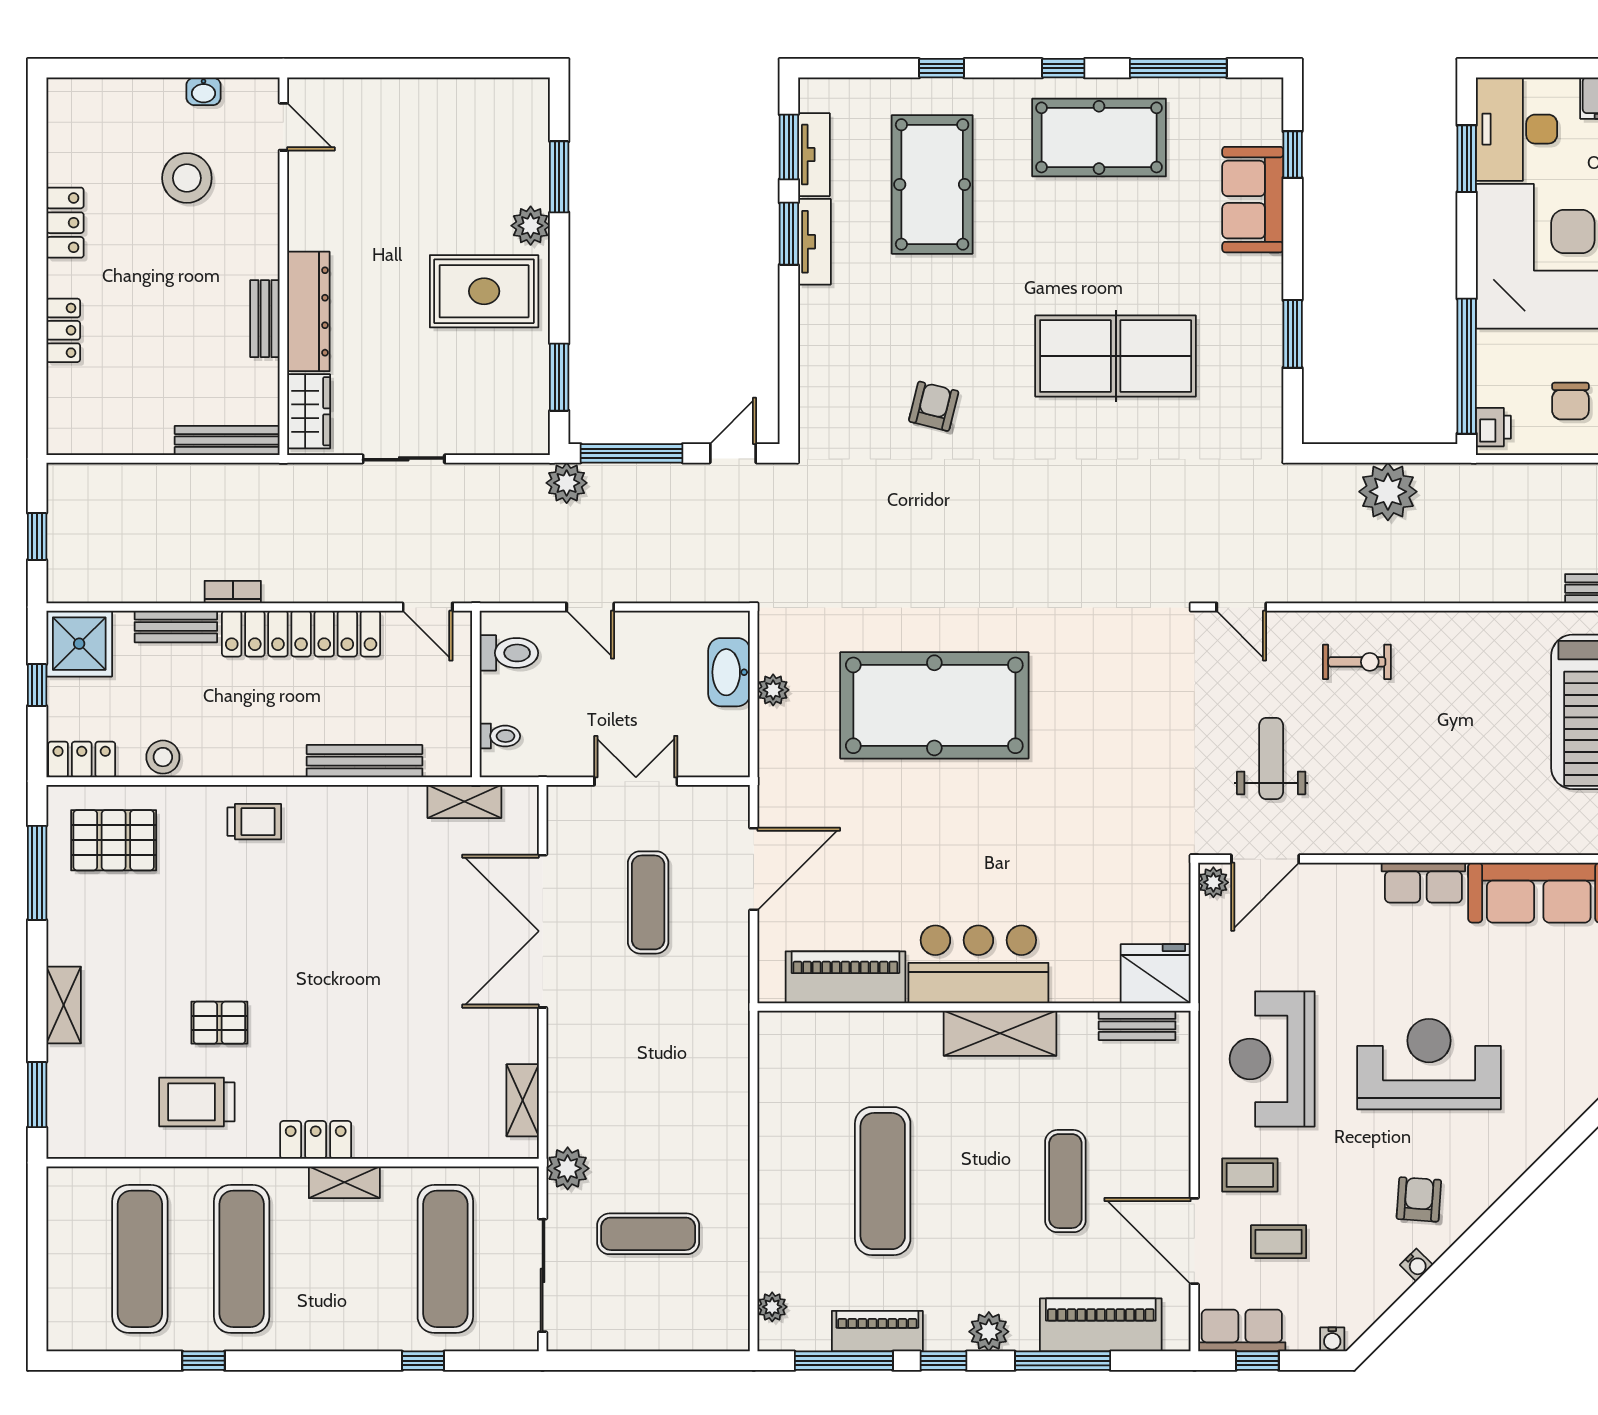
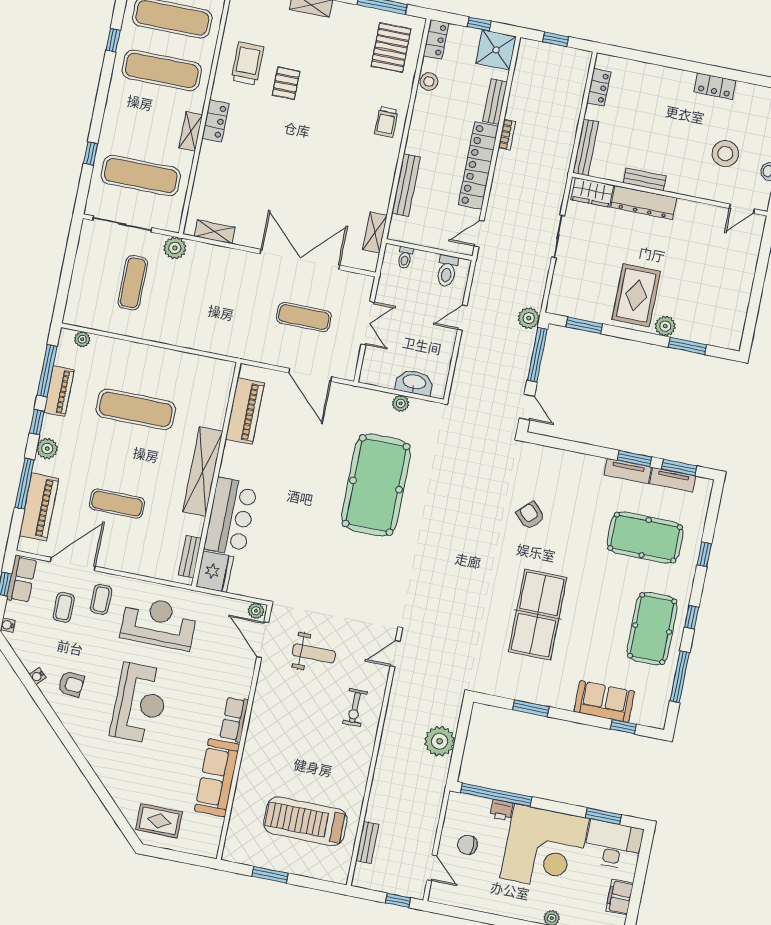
locker: (63, 330) -> (599, 87), moved, turned -90
armchair: (934, 406) -> (530, 515), turned -148
printer: (1493, 427) -> (501, 810), moved
bar counter: (978, 964) -> (231, 517), moved
shelving: (1000, 1033) -> (203, 472), width x1.47

